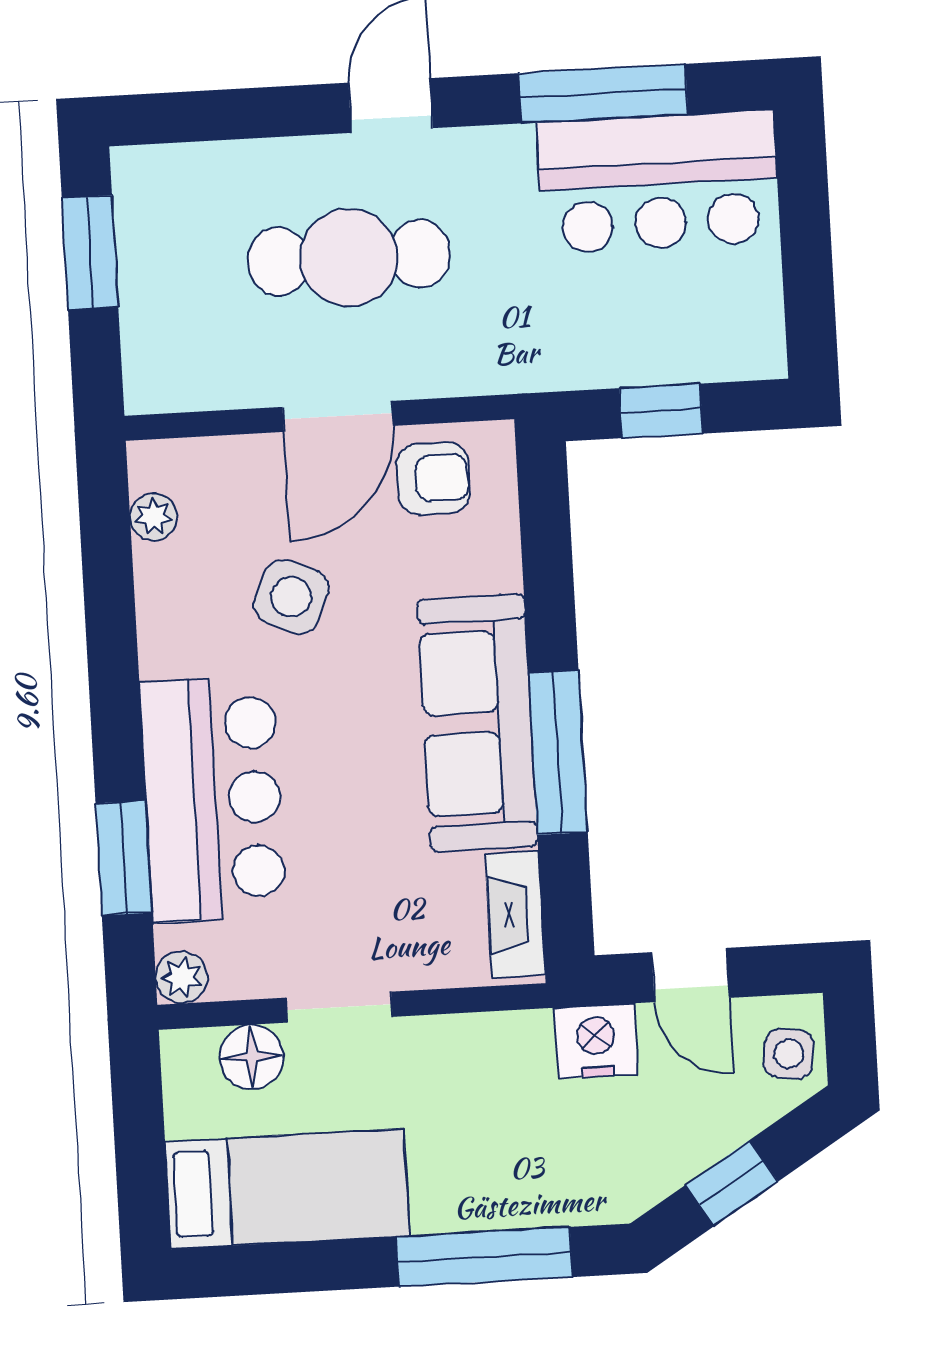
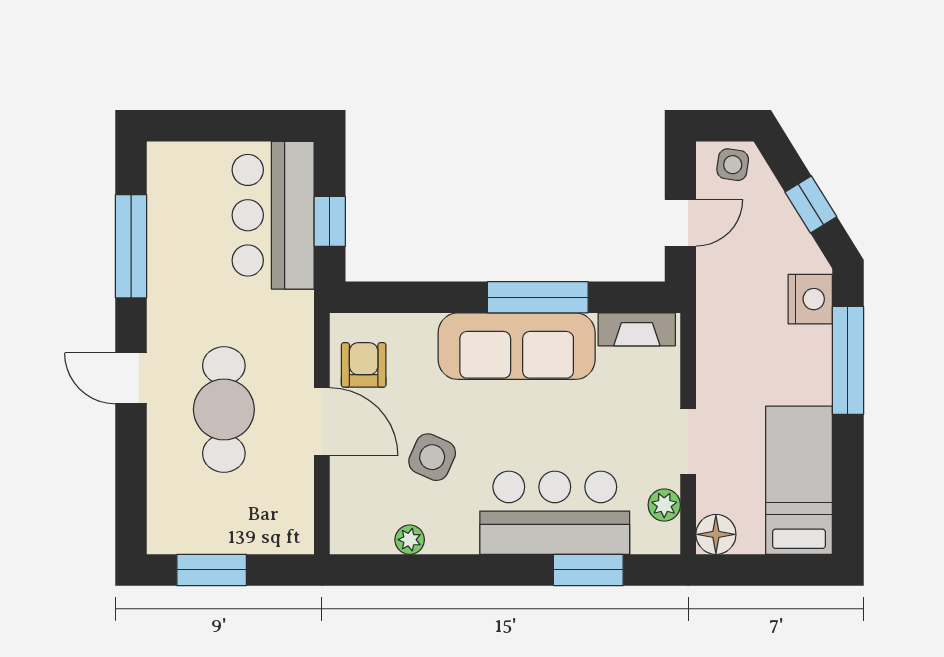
bar counter: (658, 182) -> (273, 215), moved, turned 180
plant: (154, 517) -> (410, 540), moved
plant: (182, 977) -> (664, 505), moved
nightstand: (596, 1041) -> (810, 299), moved, turned 180
floor lamp: (252, 1057) -> (716, 534), moved

